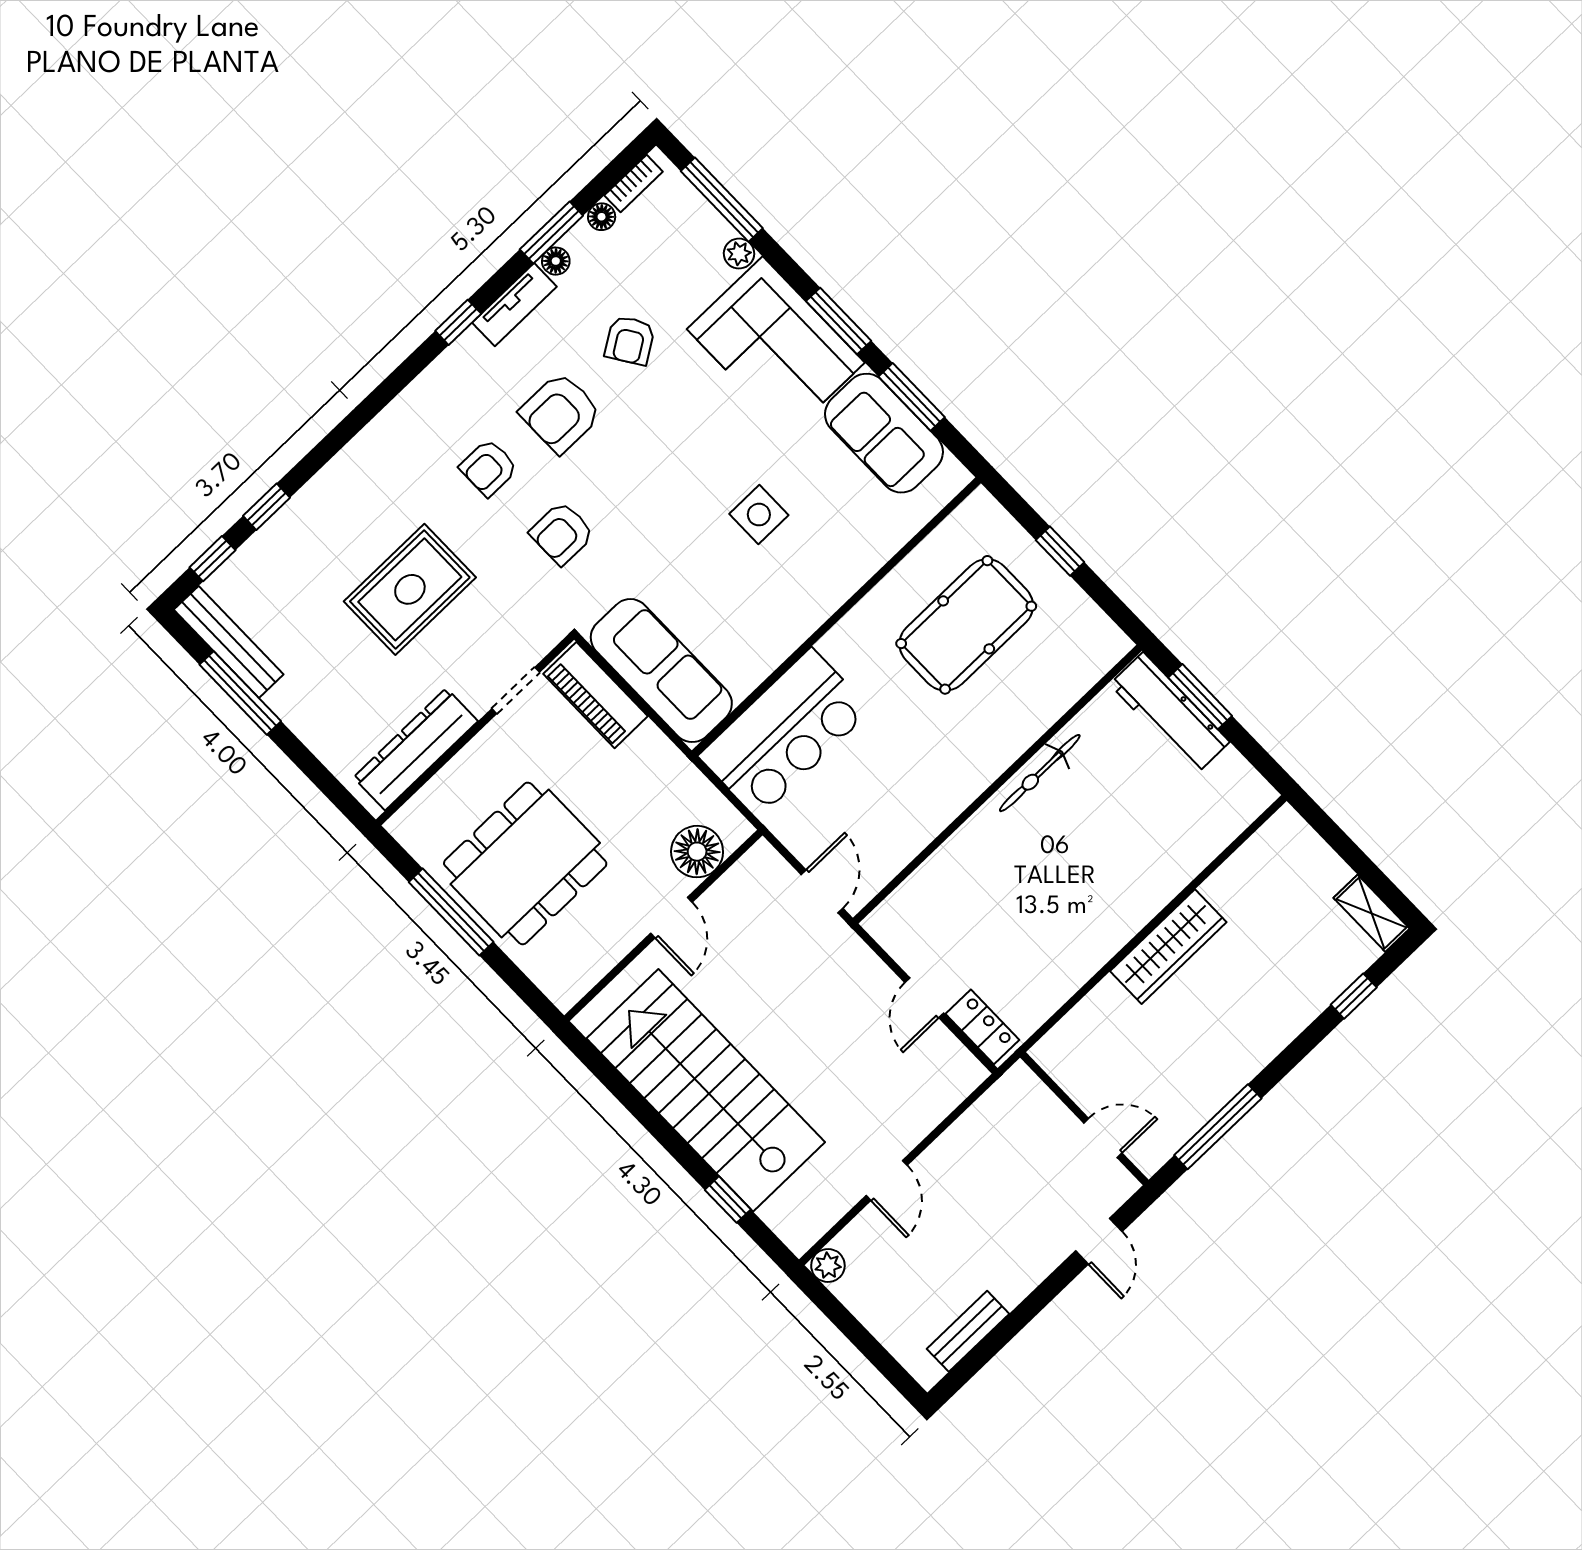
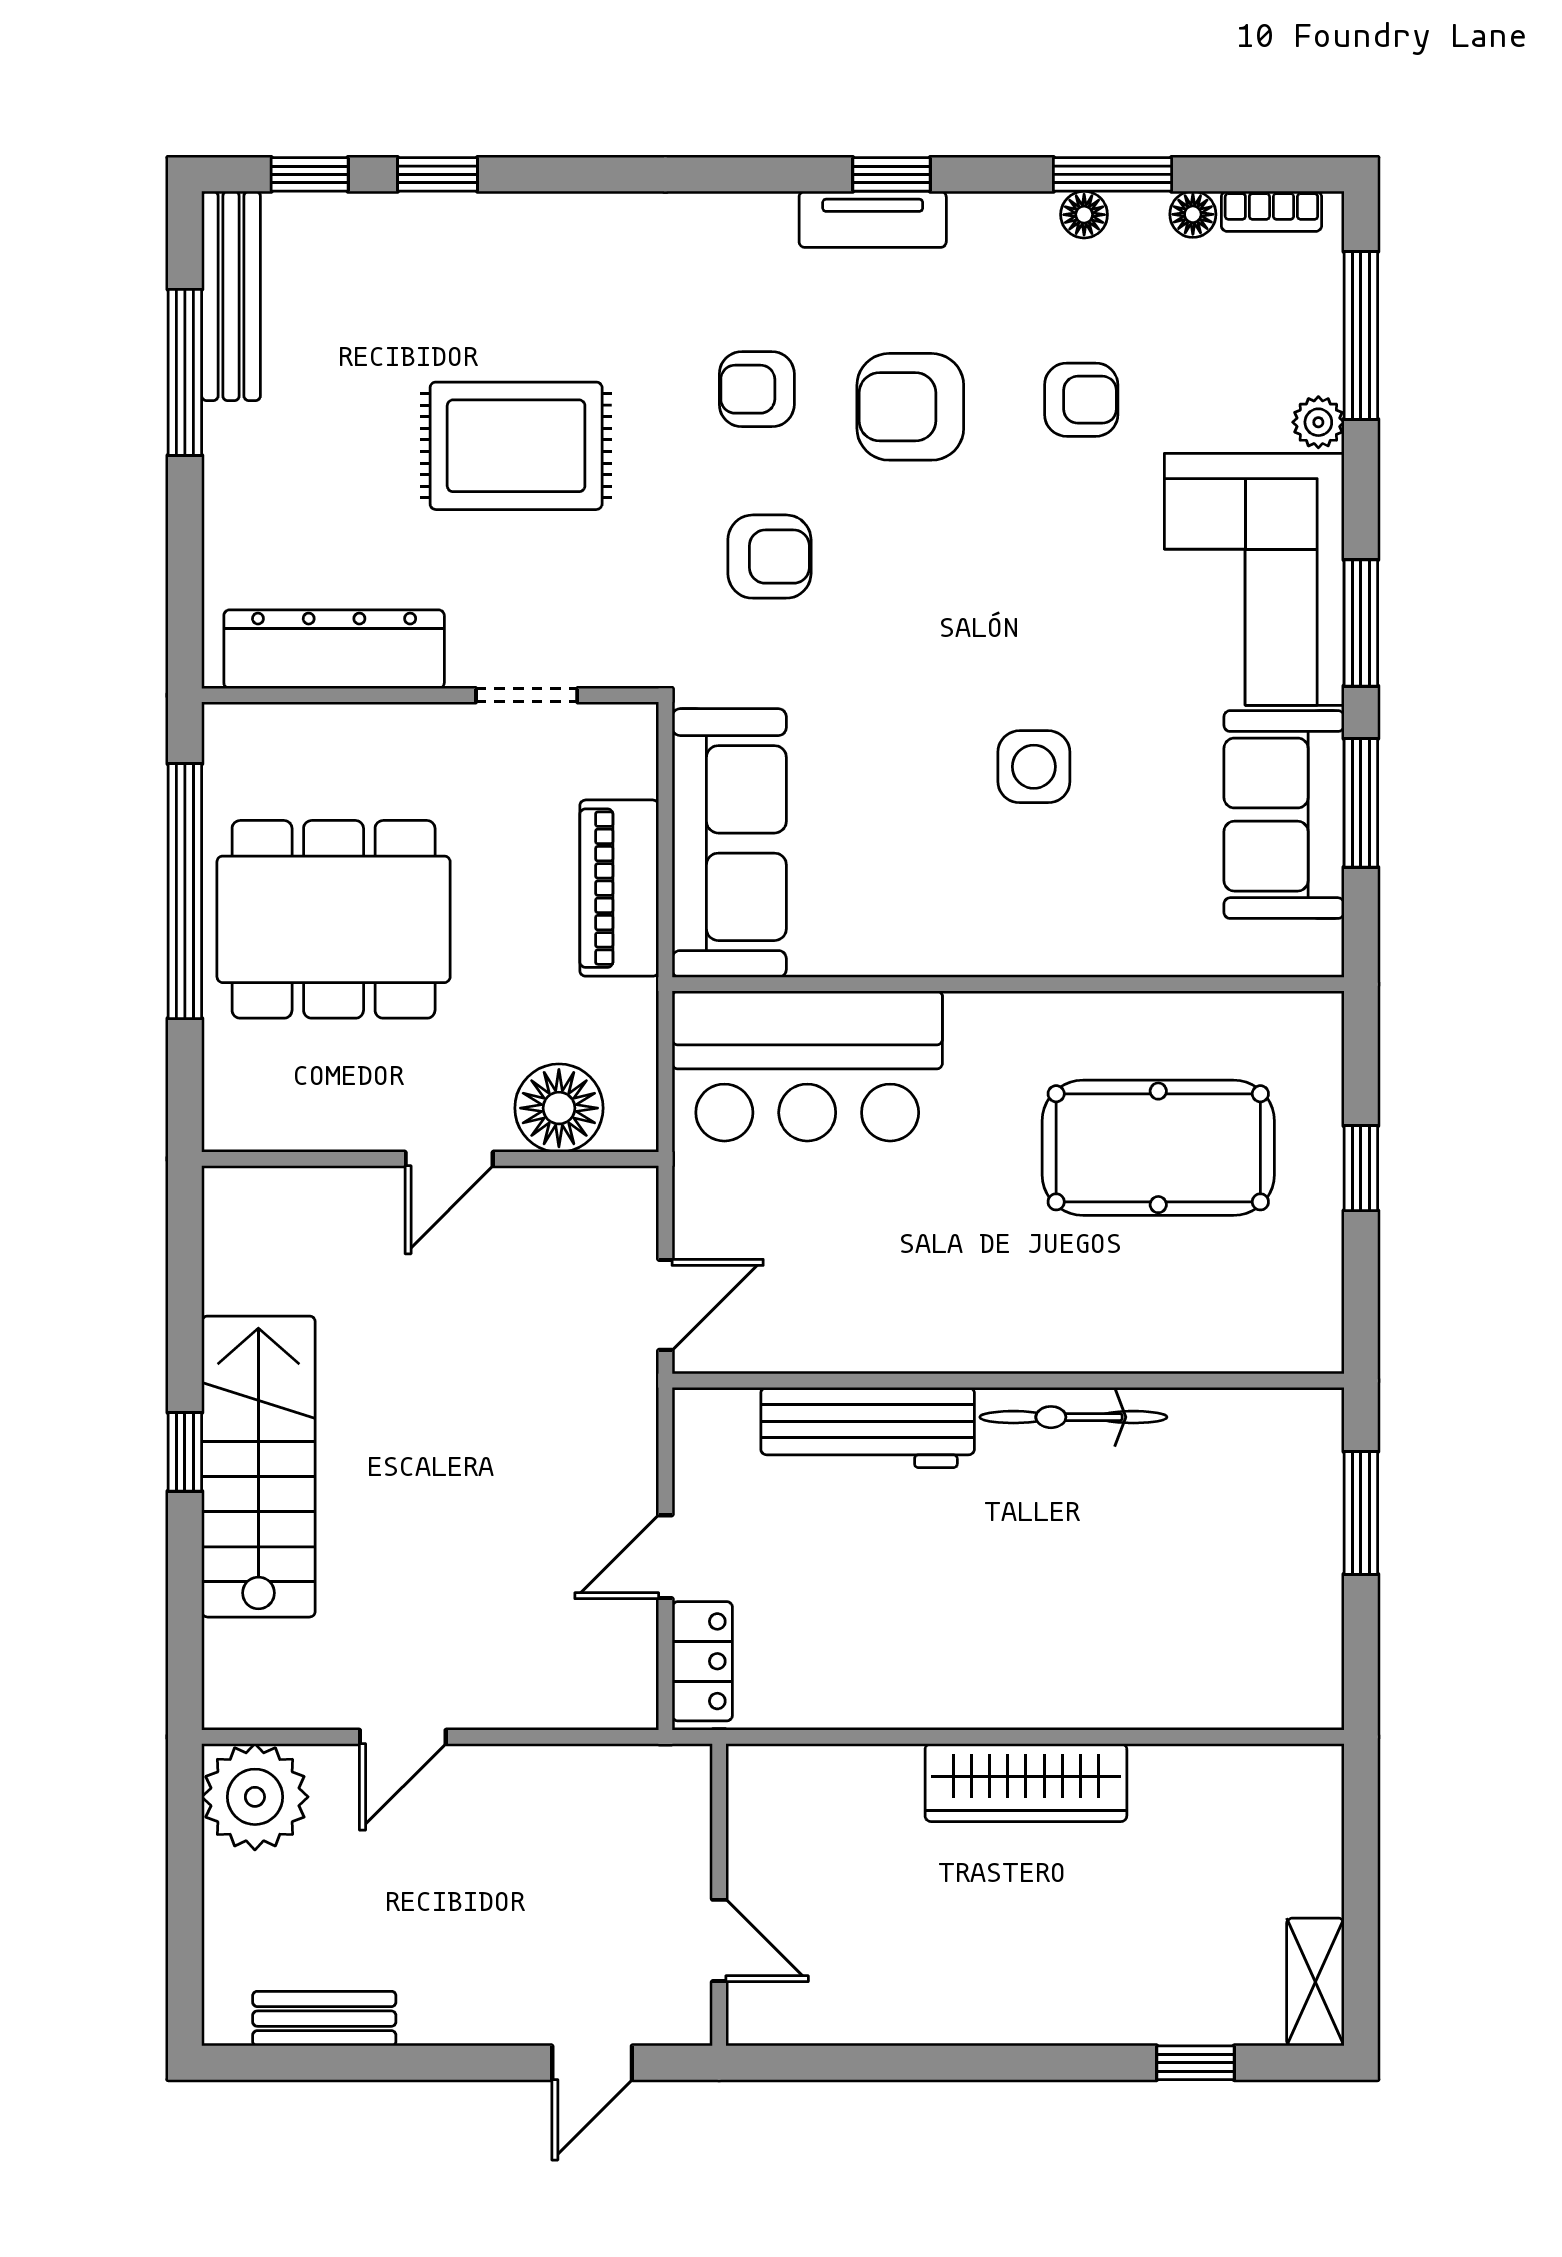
tv unit: (514, 305) -> (873, 219), moved
armchair: (630, 340) -> (1081, 400), turned -147
armchair: (562, 533) -> (769, 557), turned 180
piano: (595, 695) -> (619, 888), moved
workbench: (1170, 713) -> (868, 1428), moved, turned -90
window: (451, 912) -> (185, 891), width x1.46
stairs: (706, 1090) -> (258, 1467), width x0.73, depth x0.66
window: (1218, 1127) -> (874, 2063), removed
window: (728, 1200) -> (185, 1452), moved
plant: (828, 1265) -> (255, 1797), width x1.87, depth x1.87

